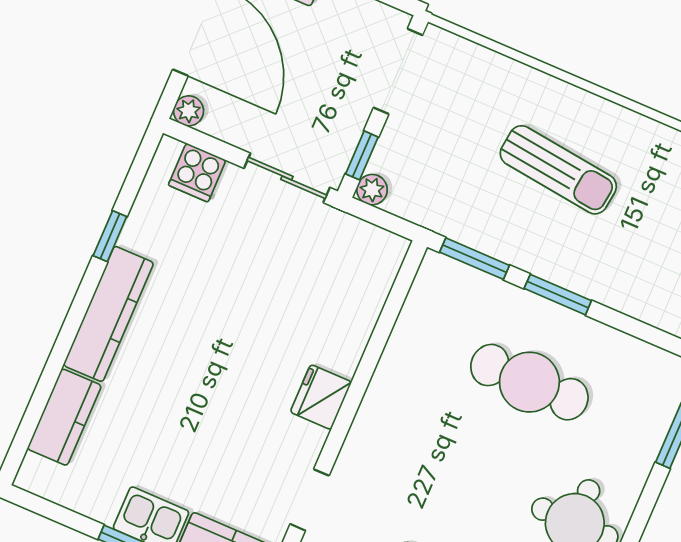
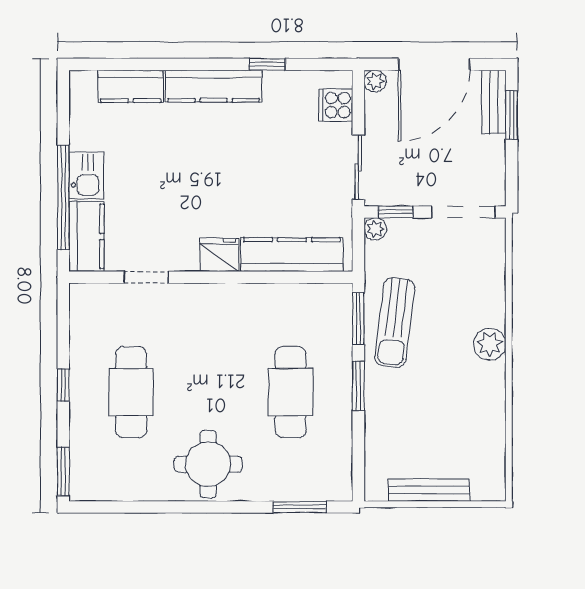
plant: (576, 109) -> (490, 344), added
sun lounger: (558, 170) -> (395, 323), moved
kitchen counter: (359, 307) -> (292, 255), added

